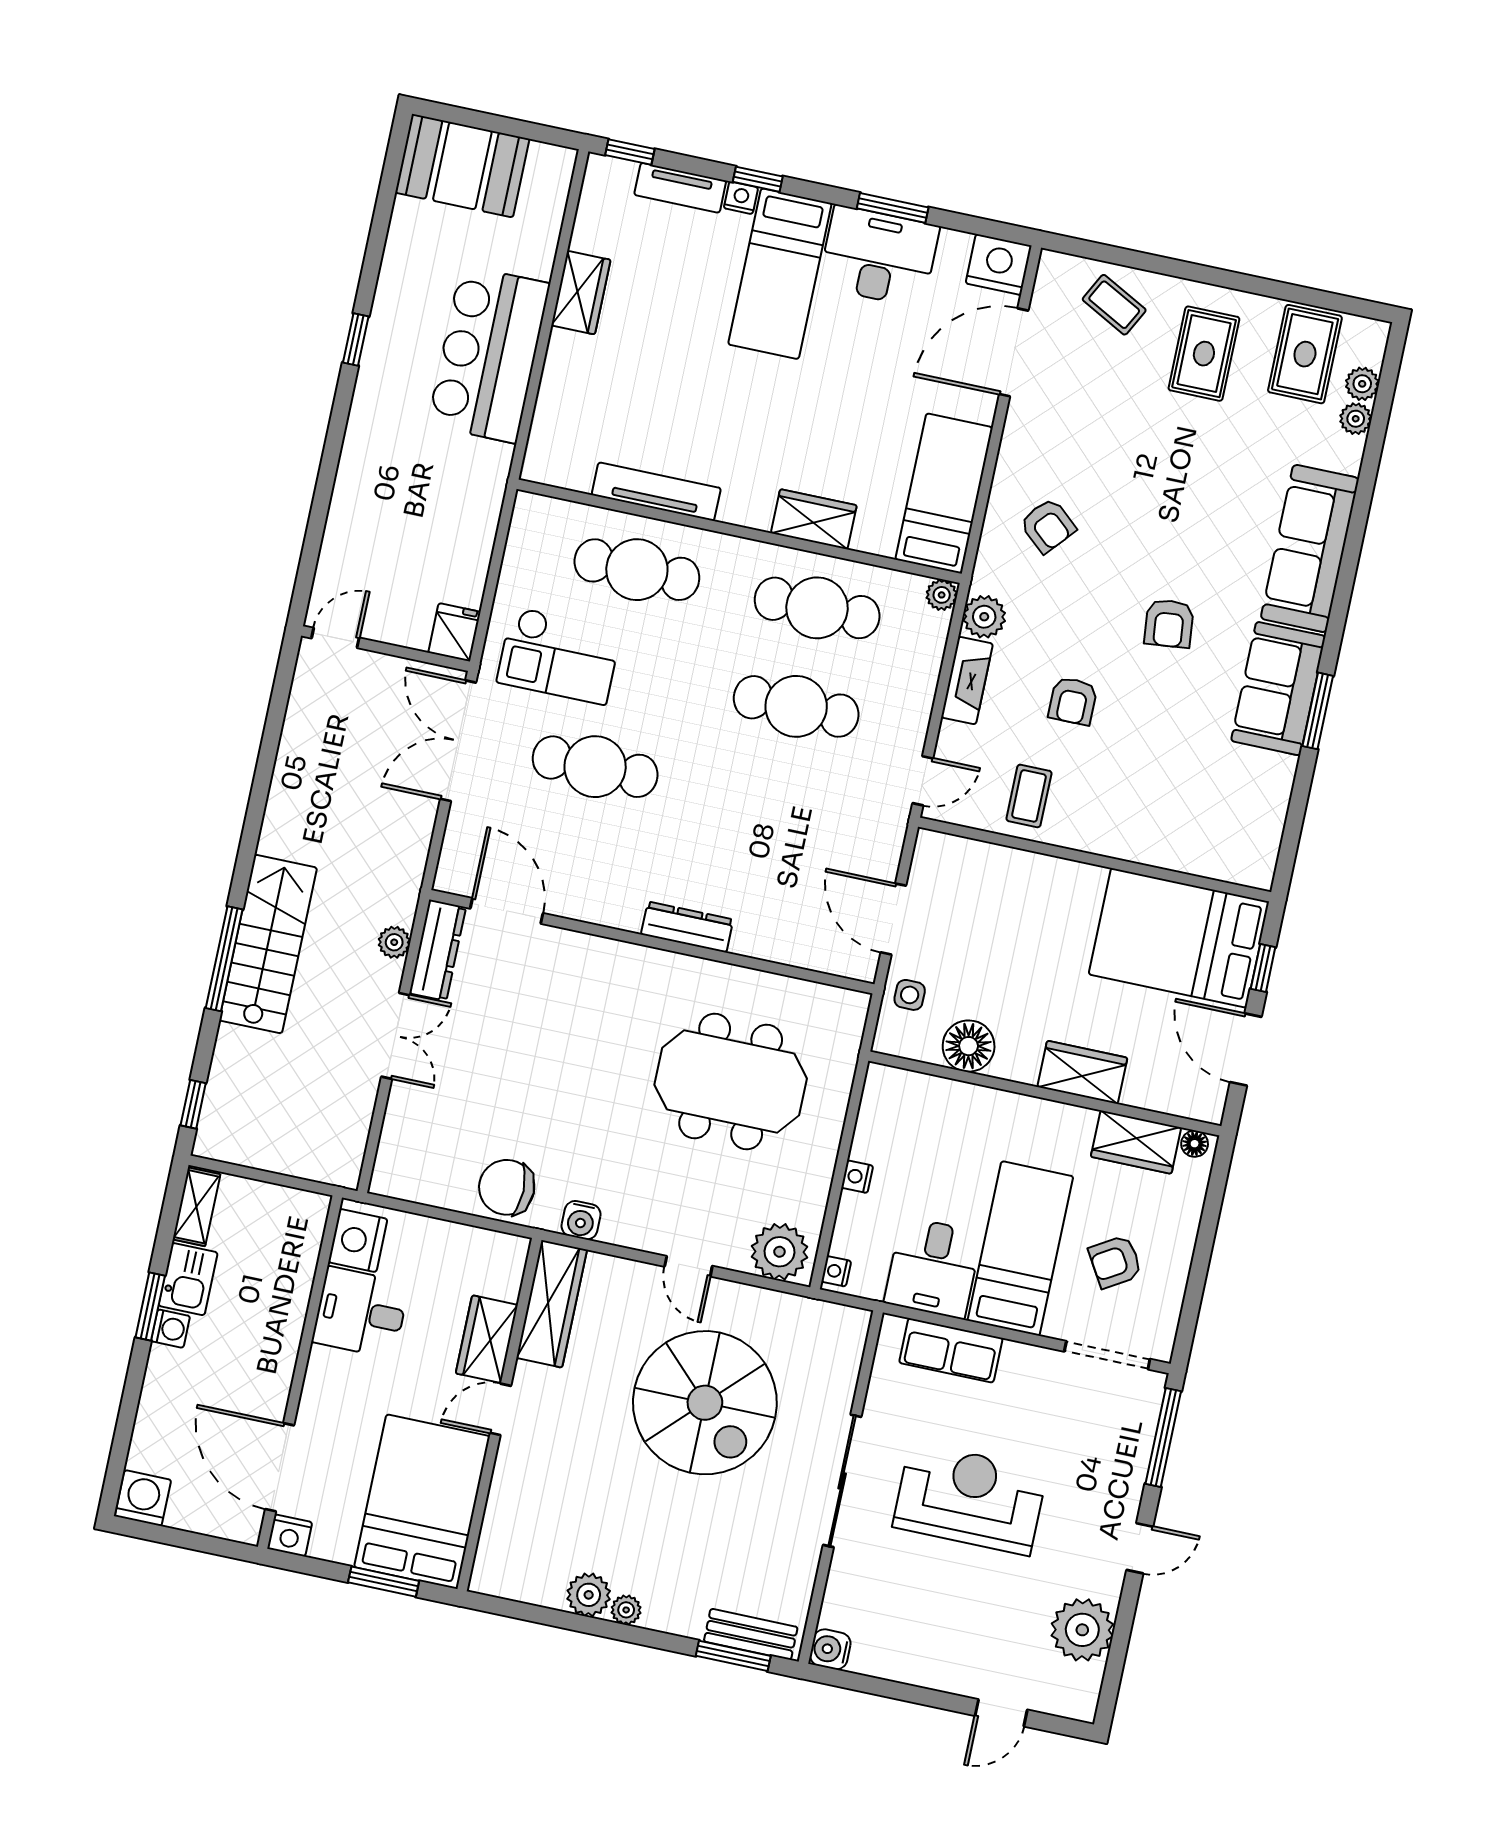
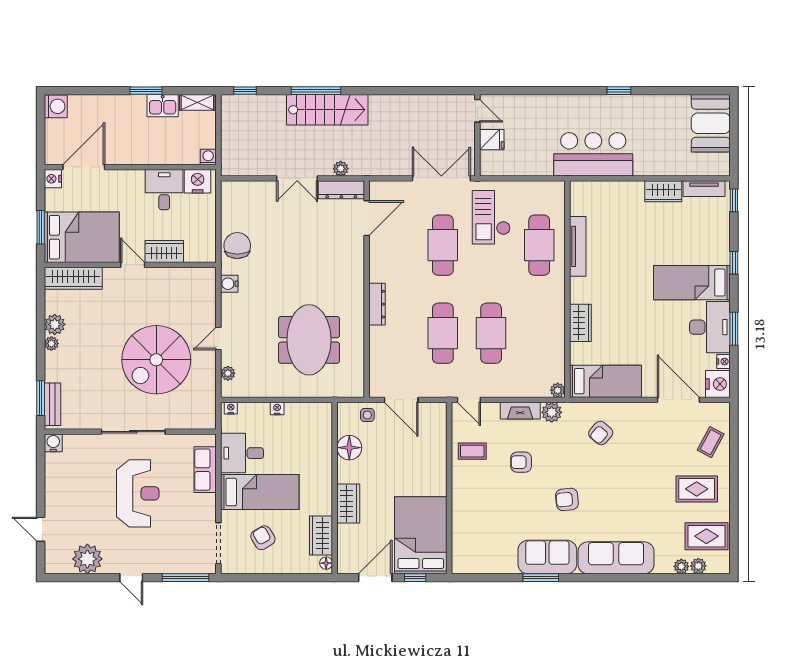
tv unit: (680, 188) -> (704, 189), moved, turned -90
nightstand: (741, 198) -> (724, 362), moved
bar counter: (489, 354) -> (593, 154), moved
cafe table: (817, 608) -> (443, 333), moved
fridge: (454, 632) -> (492, 140), moved
door: (893, 919) -> (401, 400), swing flipped
plant: (779, 1252) -> (228, 373), width x0.53, depth x0.53
wardrobe: (552, 1304) -> (73, 278), moved
washing machine: (170, 1329) -> (208, 157), moved, turned 180

